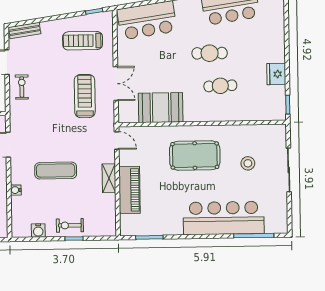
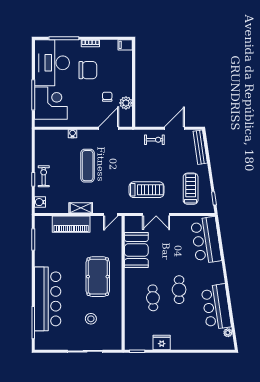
bench: (25, 30) -> (200, 147), width x1.36
water cooler: (38, 231) -> (40, 202), moved

